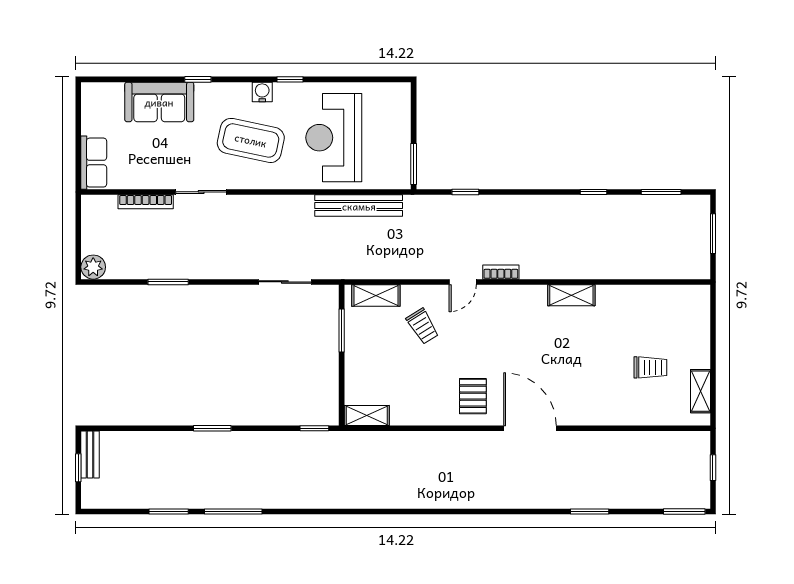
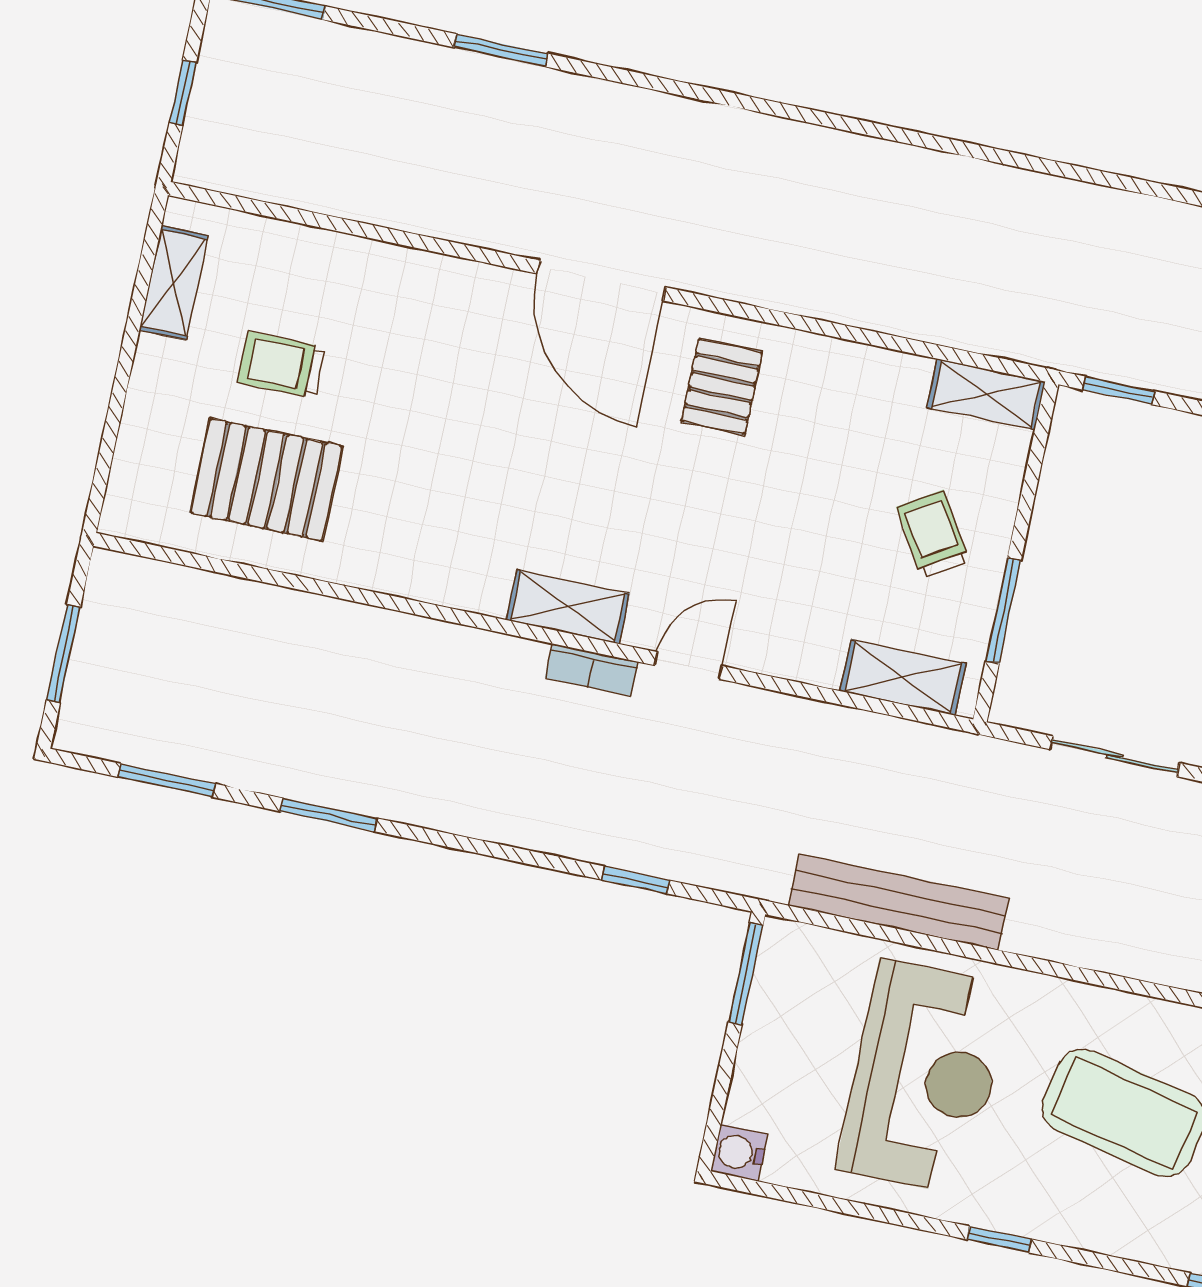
water cooler: (262, 92) -> (739, 1153), moved, turned 90
window: (593, 192) -> (329, 815), width x1.50
shelving: (571, 295) -> (568, 607), moved
pallet: (647, 320) -> (266, 480), added
trolley: (423, 326) -> (933, 534), moved

